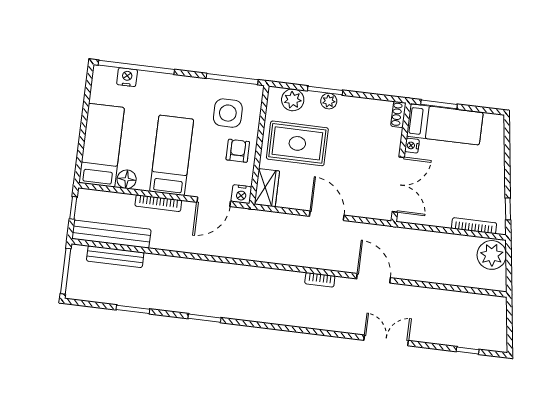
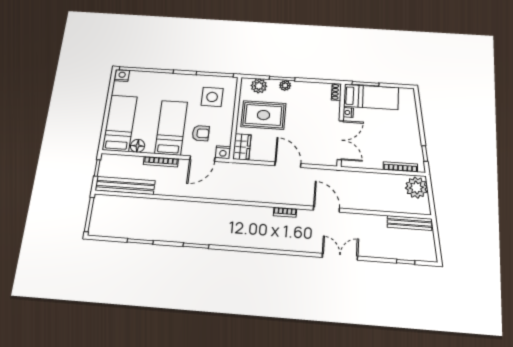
nightstand: (127, 77) -> (122, 76), moved
armchair: (238, 151) -> (201, 133), moved, turned 90
bench: (115, 257) -> (410, 223), moved

